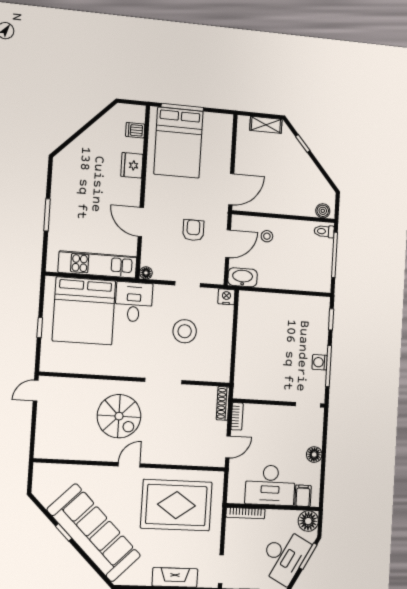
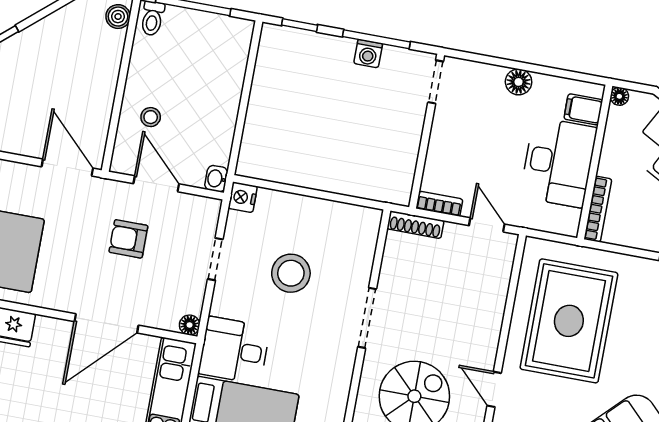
door: (141, 222) -> (106, 323), width x1.36
washbasin: (243, 277) -> (216, 179), width x0.52, depth x0.69
floor lamp: (308, 521) -> (619, 96), width x0.53, depth x0.53

